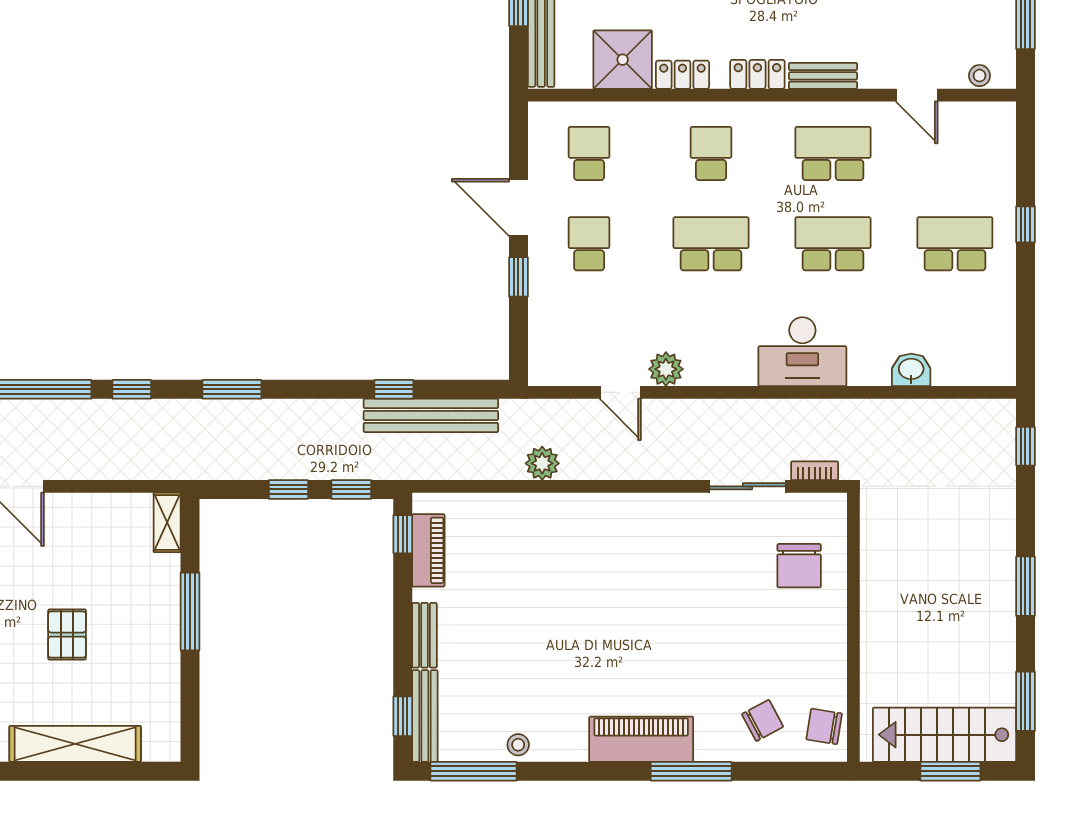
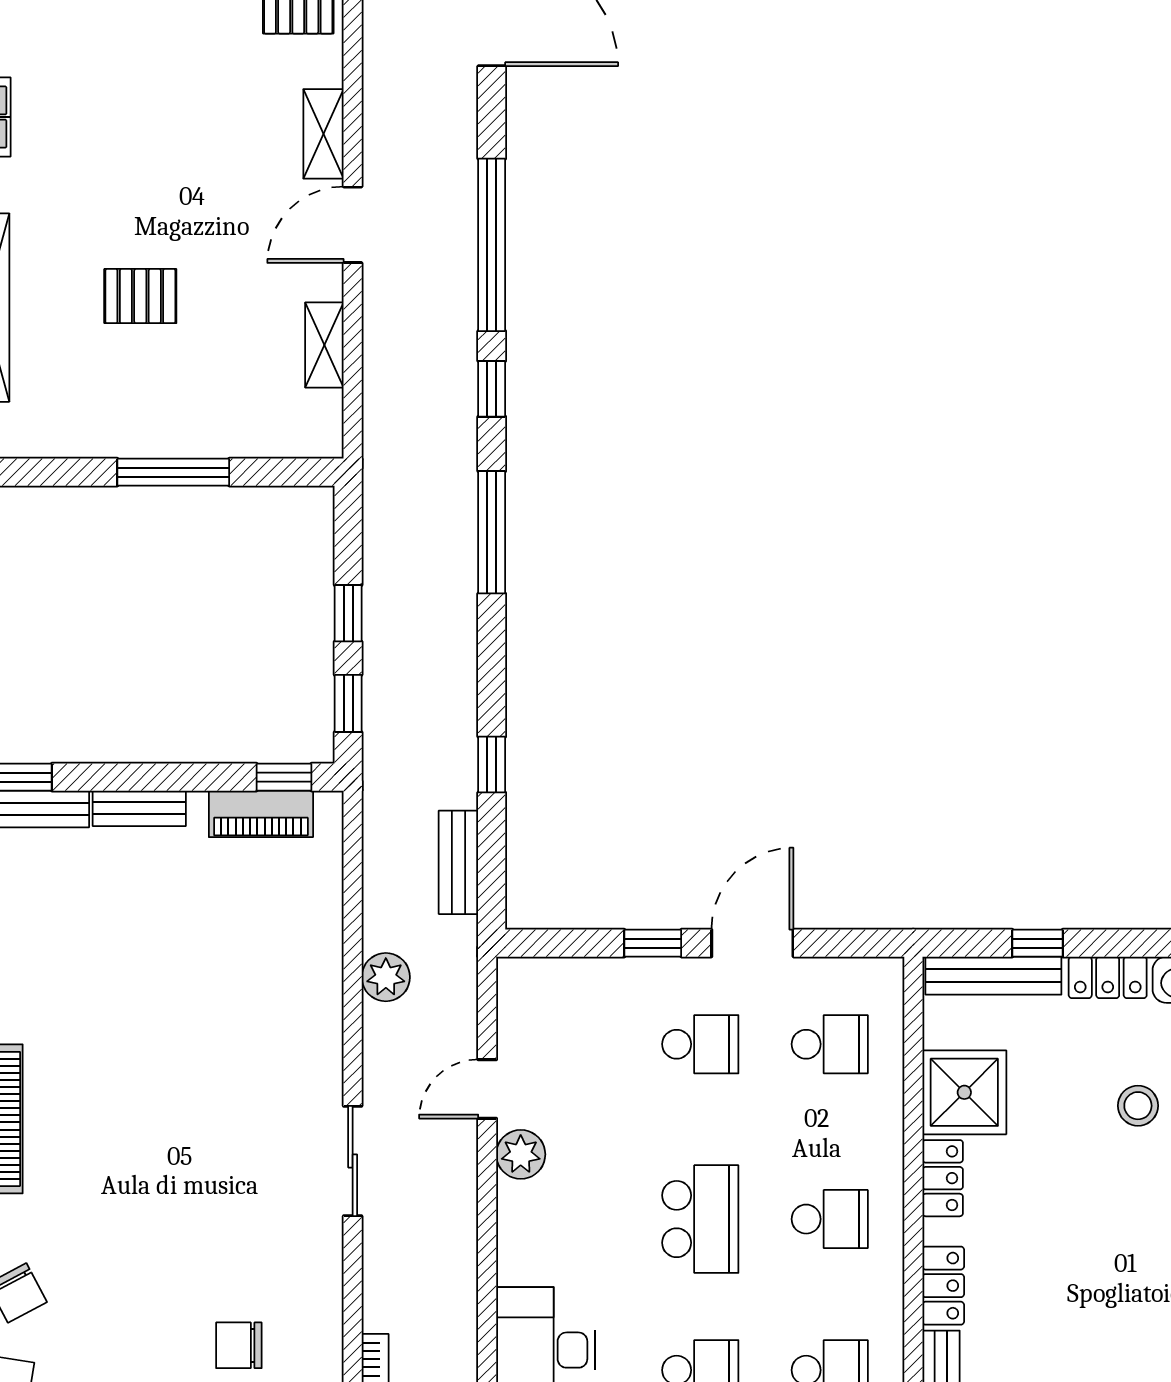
window: (232, 389) -> (492, 532), width x1.44
bench: (431, 415) -> (458, 862), width x0.54, depth x0.82
sliding door: (747, 486) -> (353, 1161), moved
shelving: (167, 522) -> (324, 345), moved, turned 90
chair: (799, 566) -> (239, 1345), width x0.73, depth x0.73

